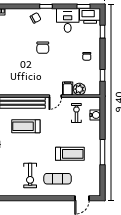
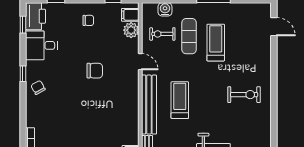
chair: (43, 48) -> (95, 71), moved
filing cabinet: (68, 88) -> (130, 15), moved
treadmill: (26, 126) -> (180, 100), turned 180
exercise mat: (58, 179) -> (189, 36), moved

